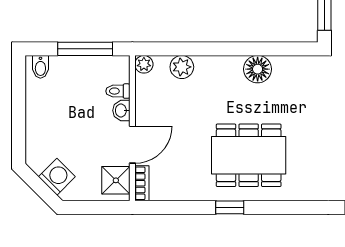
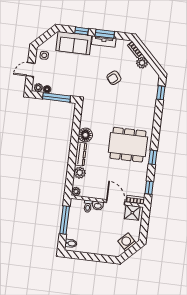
dresser: (219, 64) -> (81, 154), added
dining table: (249, 155) -> (128, 145), turned 90
window: (169, 207) -> (149, 188), added

